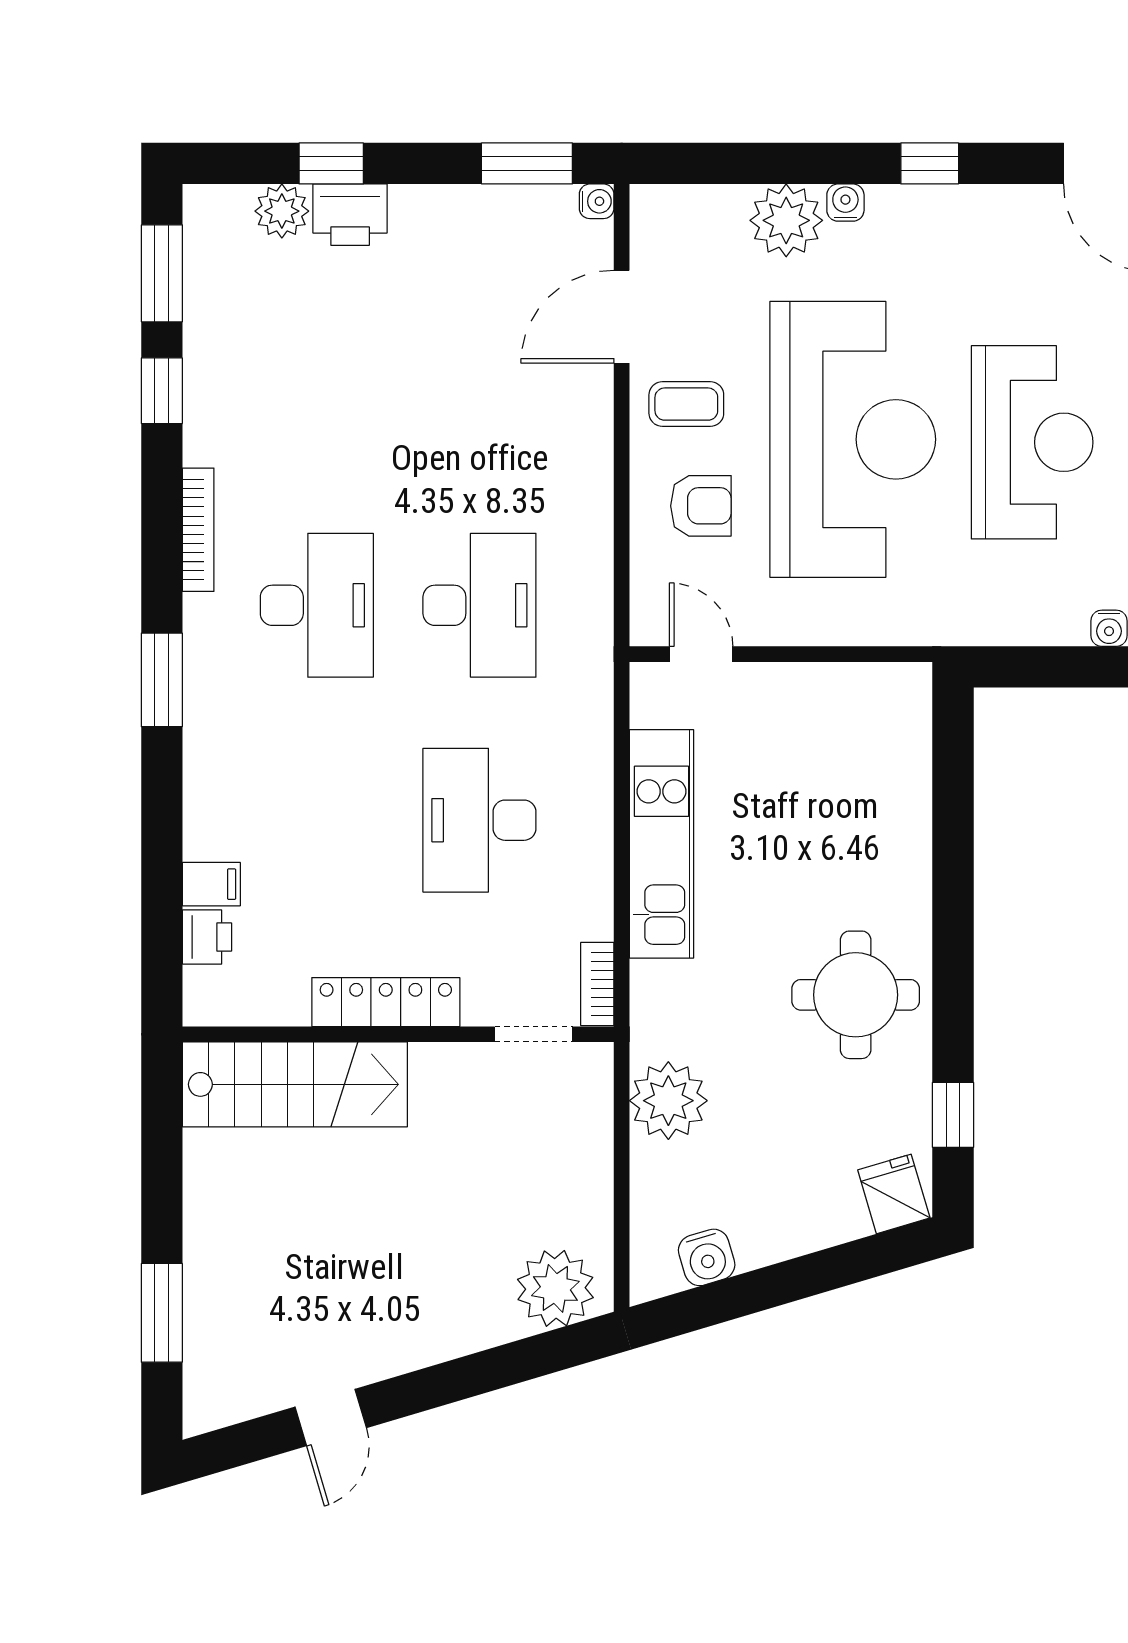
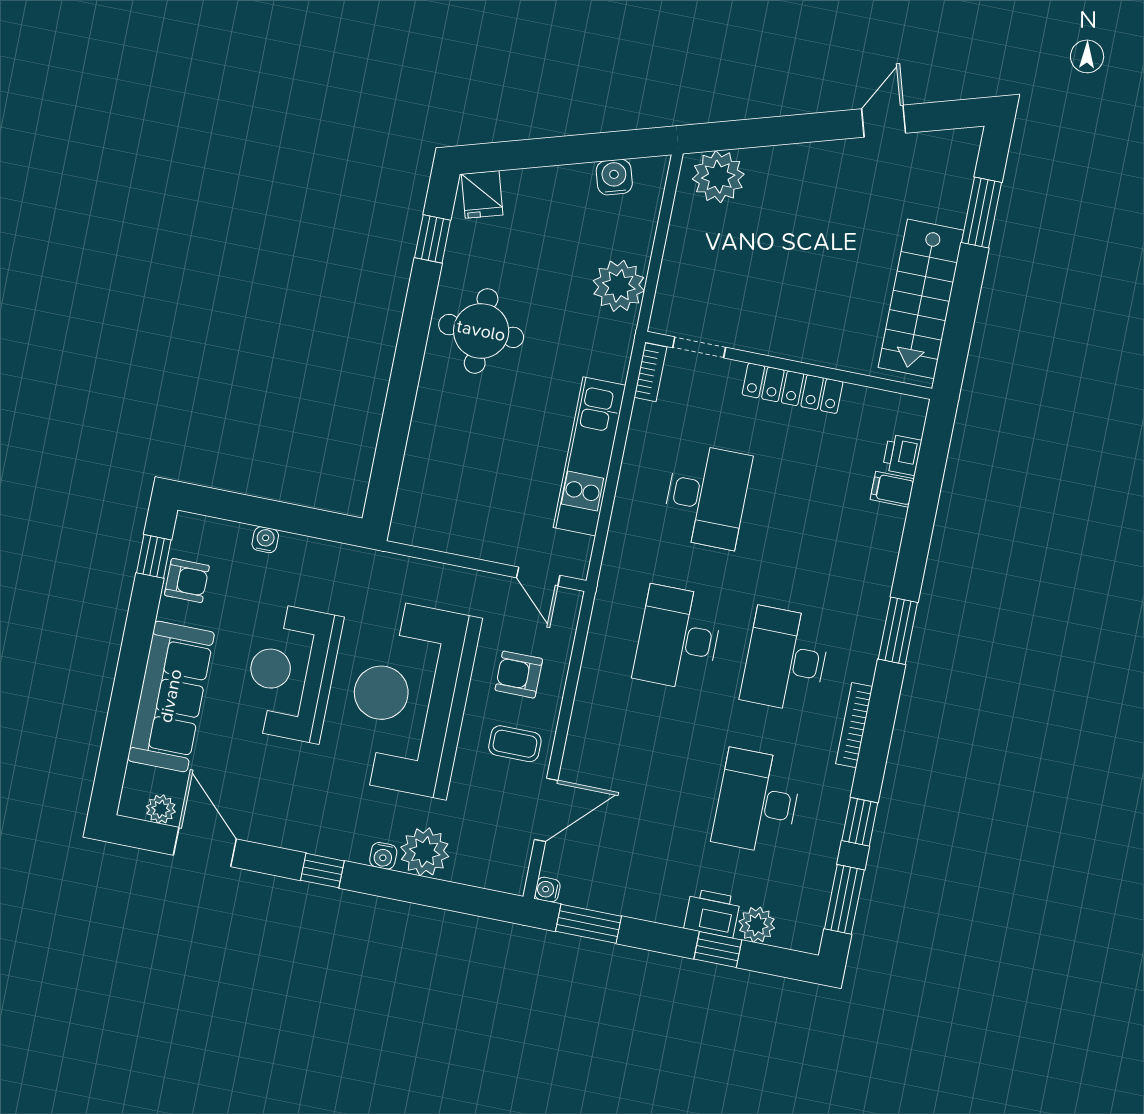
desk: (317, 390) -> (757, 802), added
stairs: (295, 1084) -> (921, 299), moved, turned -90

